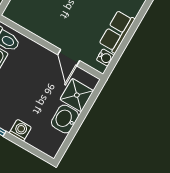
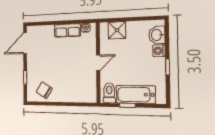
door: (69, 58) -> (98, 63), moved
washbasin: (65, 119) -> (157, 35), moved, turned 90

